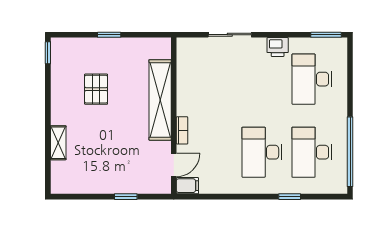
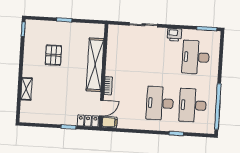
locker: (155, 186) -> (88, 121), added

